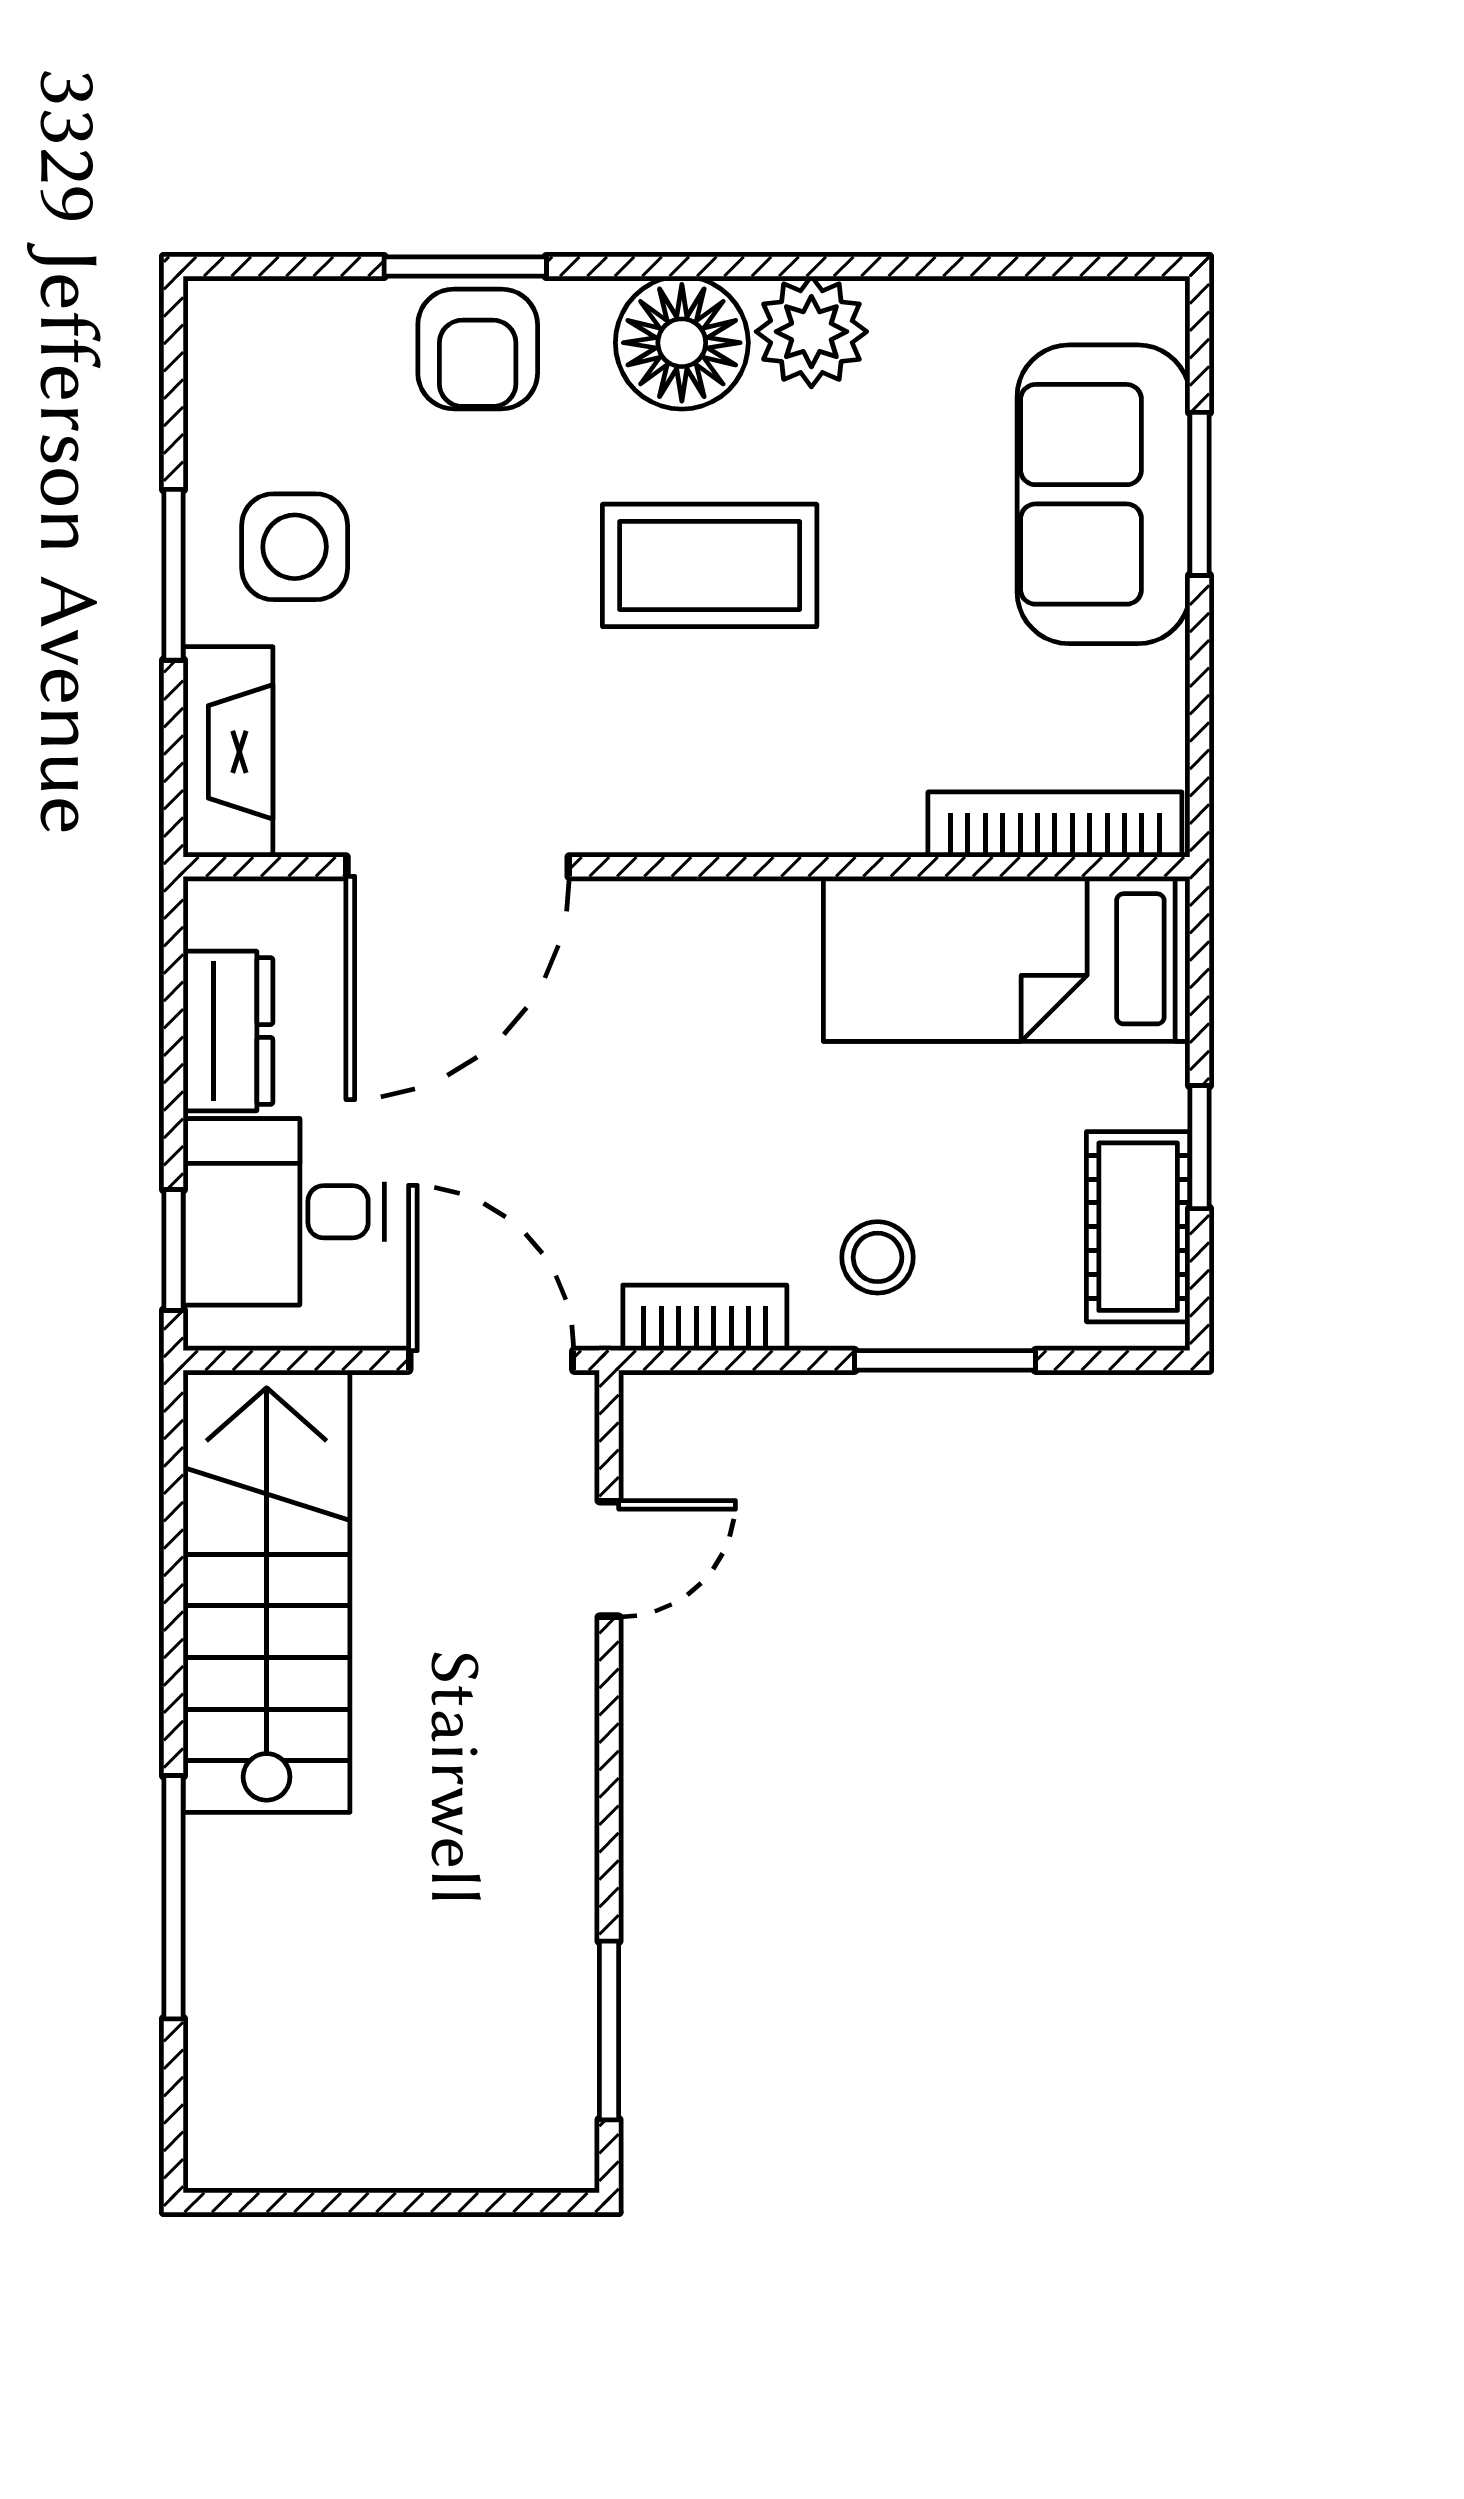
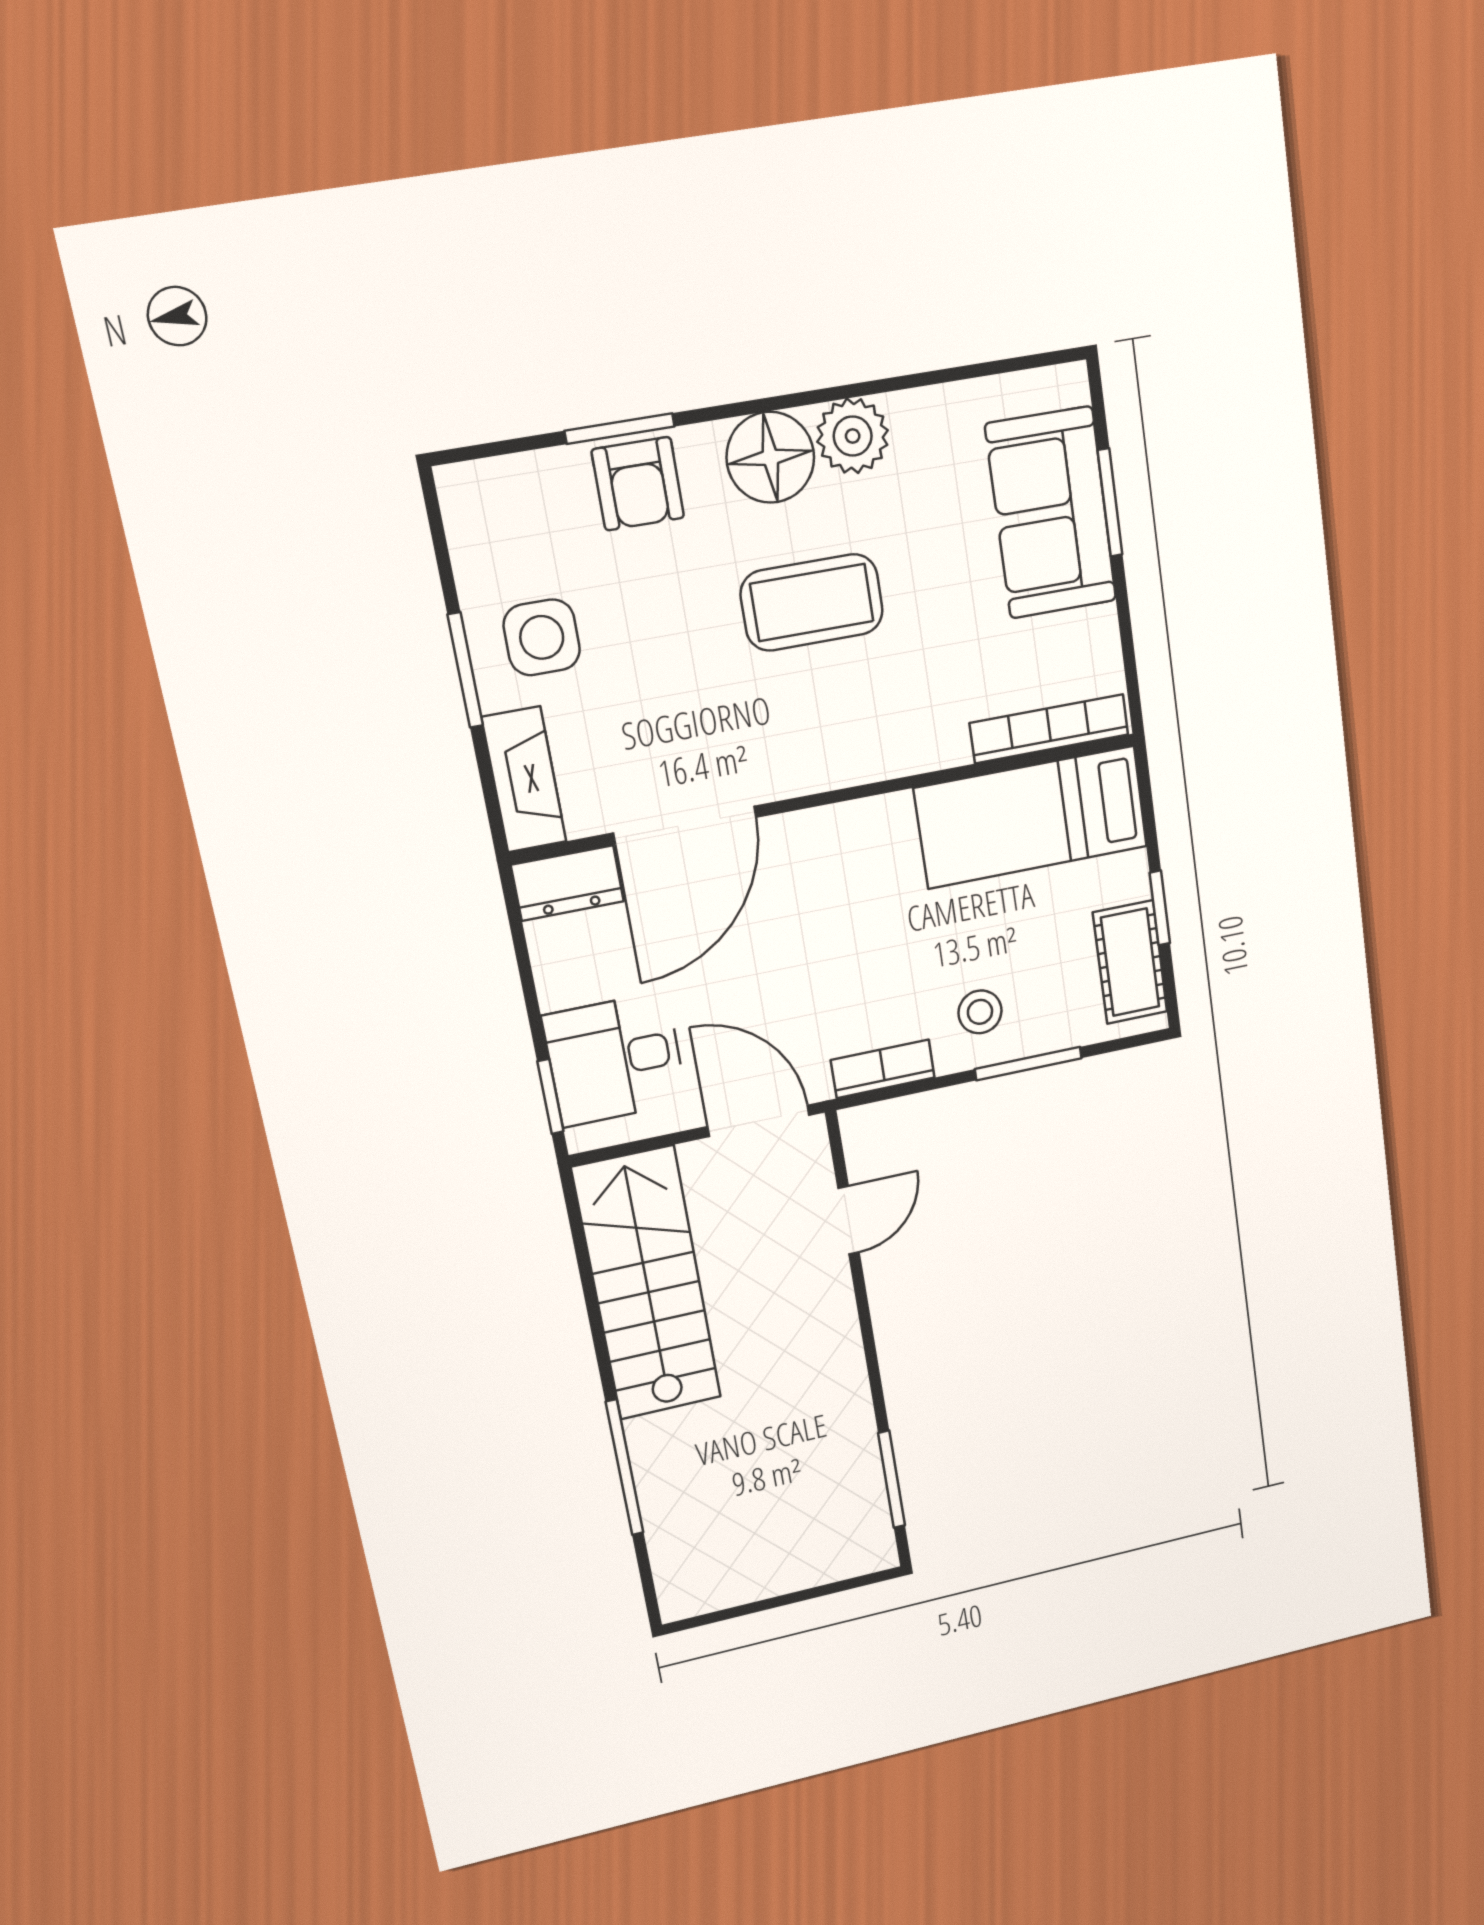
dresser: (228, 1031) -> (568, 883), moved, turned 90

